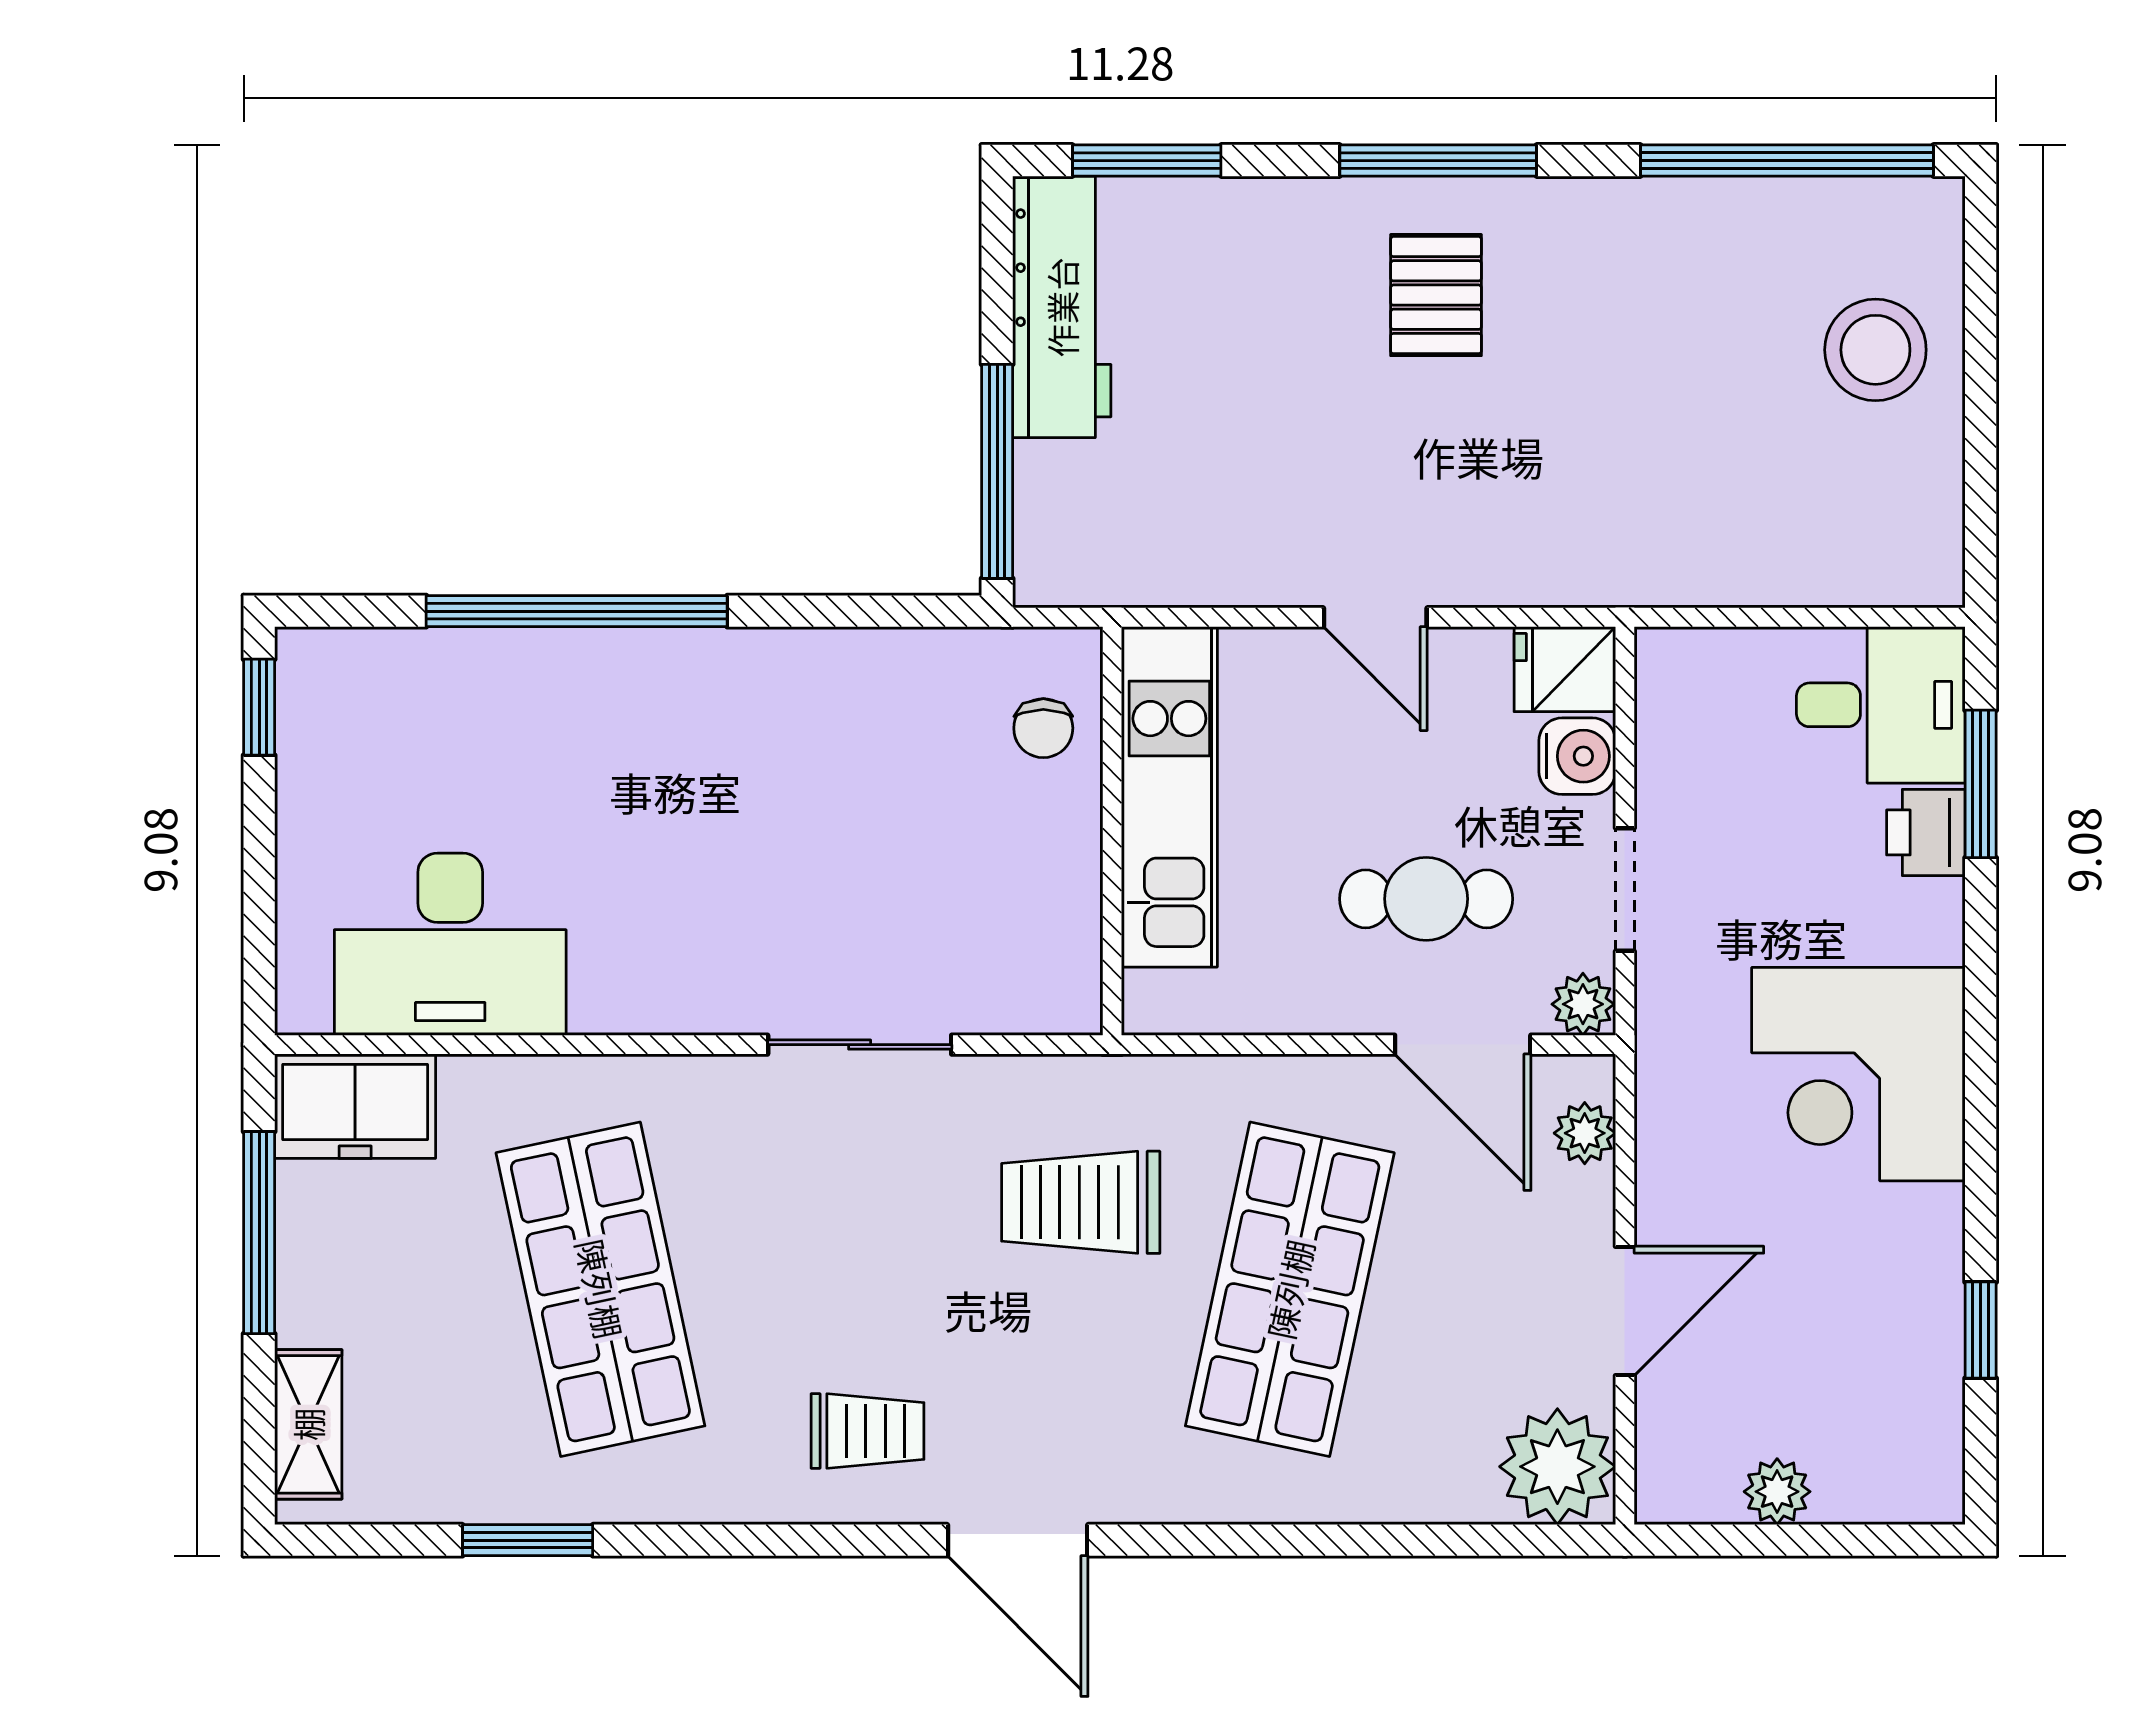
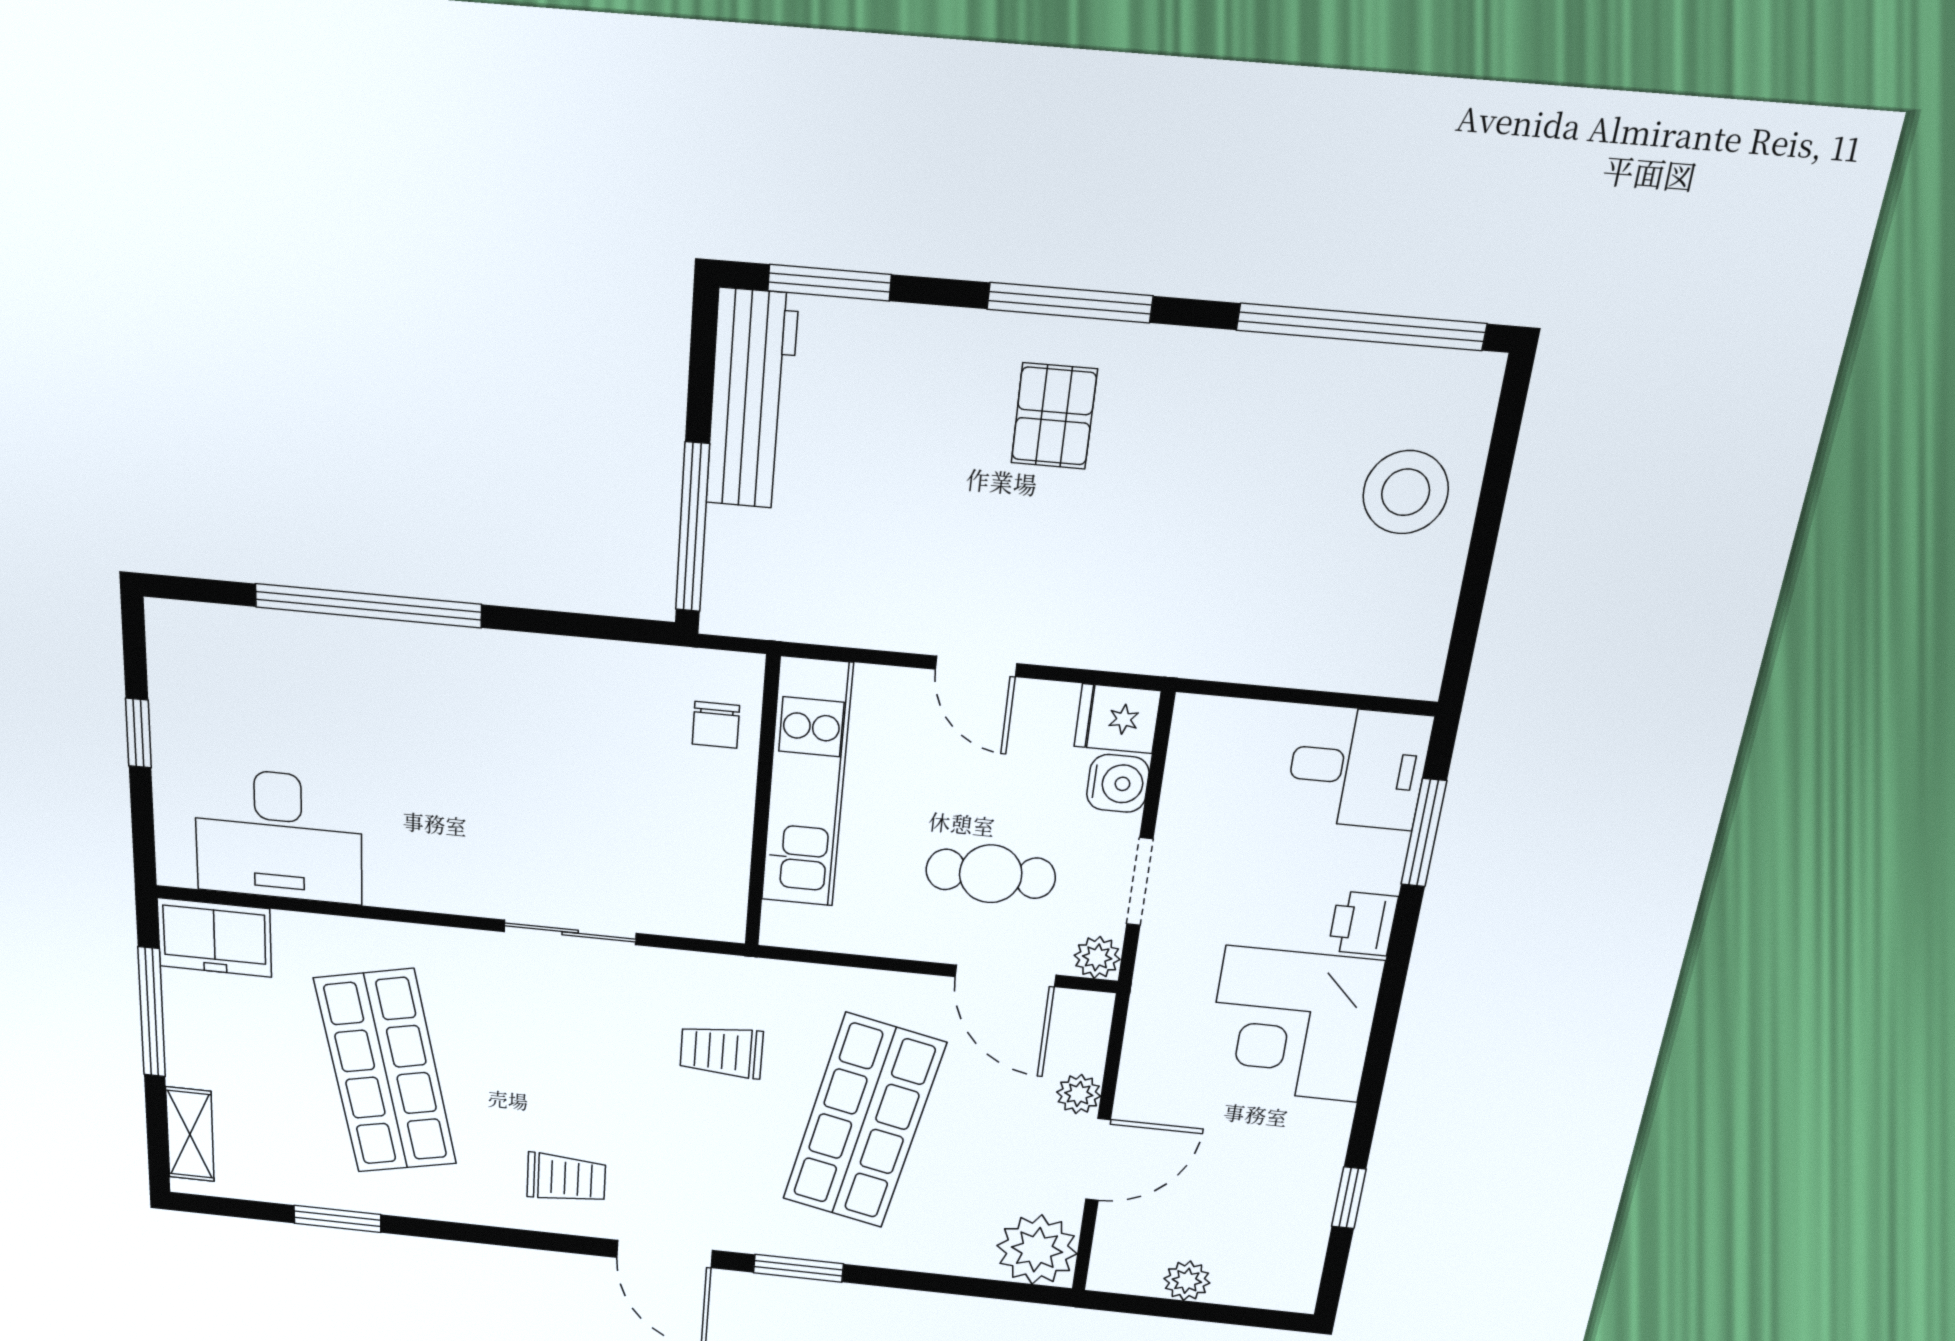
window: (259, 707) -> (138, 733), moved
printer: (1926, 832) -> (1363, 924), moved
plant: (1585, 1133) -> (1079, 1094), moved
trolley: (1081, 1202) -> (721, 1051), width x0.73, depth x0.72
window: (1216, 1540) -> (798, 1268), added

